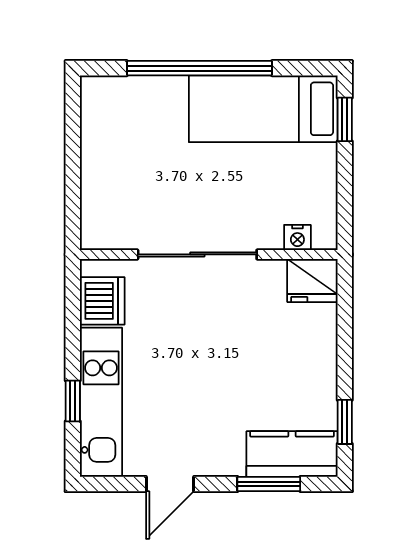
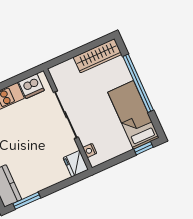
wardrobe: (101, 129) -> (97, 56), added
window: (345, 422) -> (27, 201), width x1.50

